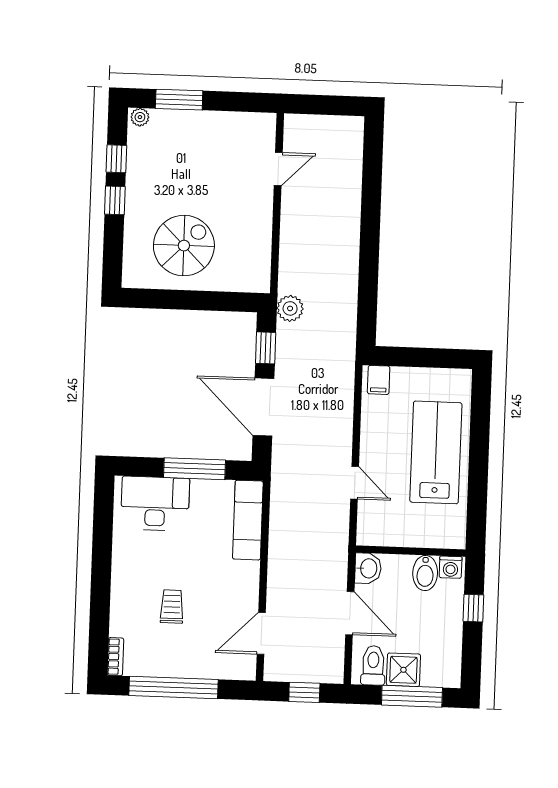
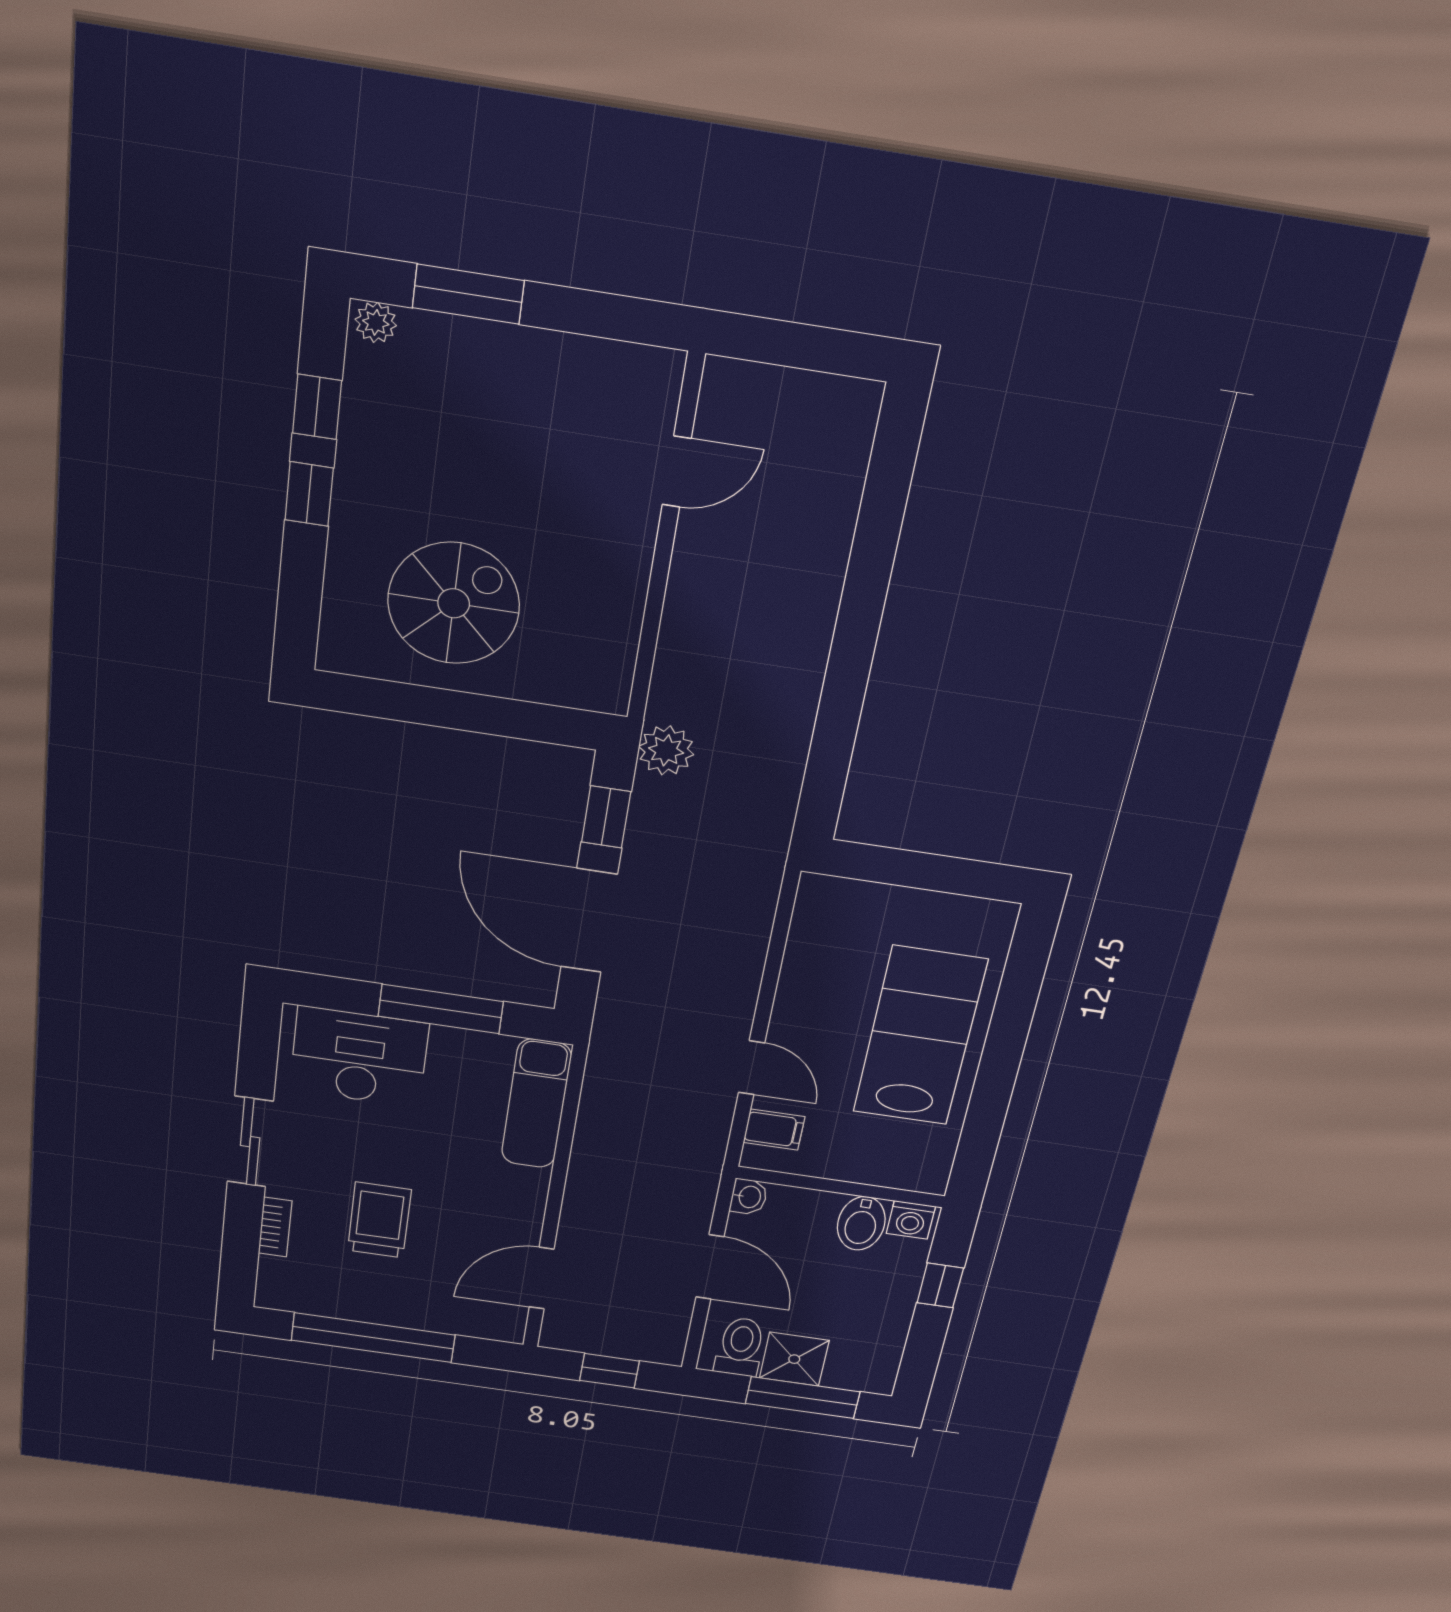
filing cabinet: (379, 380) -> (774, 1130), moved, turned -90
sliding door: (101, 565) -> (250, 1142), added
washbasin: (368, 568) -> (749, 1197), width x0.72, depth x0.69
trolley: (172, 607) -> (379, 1220), width x1.36, depth x1.39
bookcase: (115, 657) -> (275, 1227), moved

